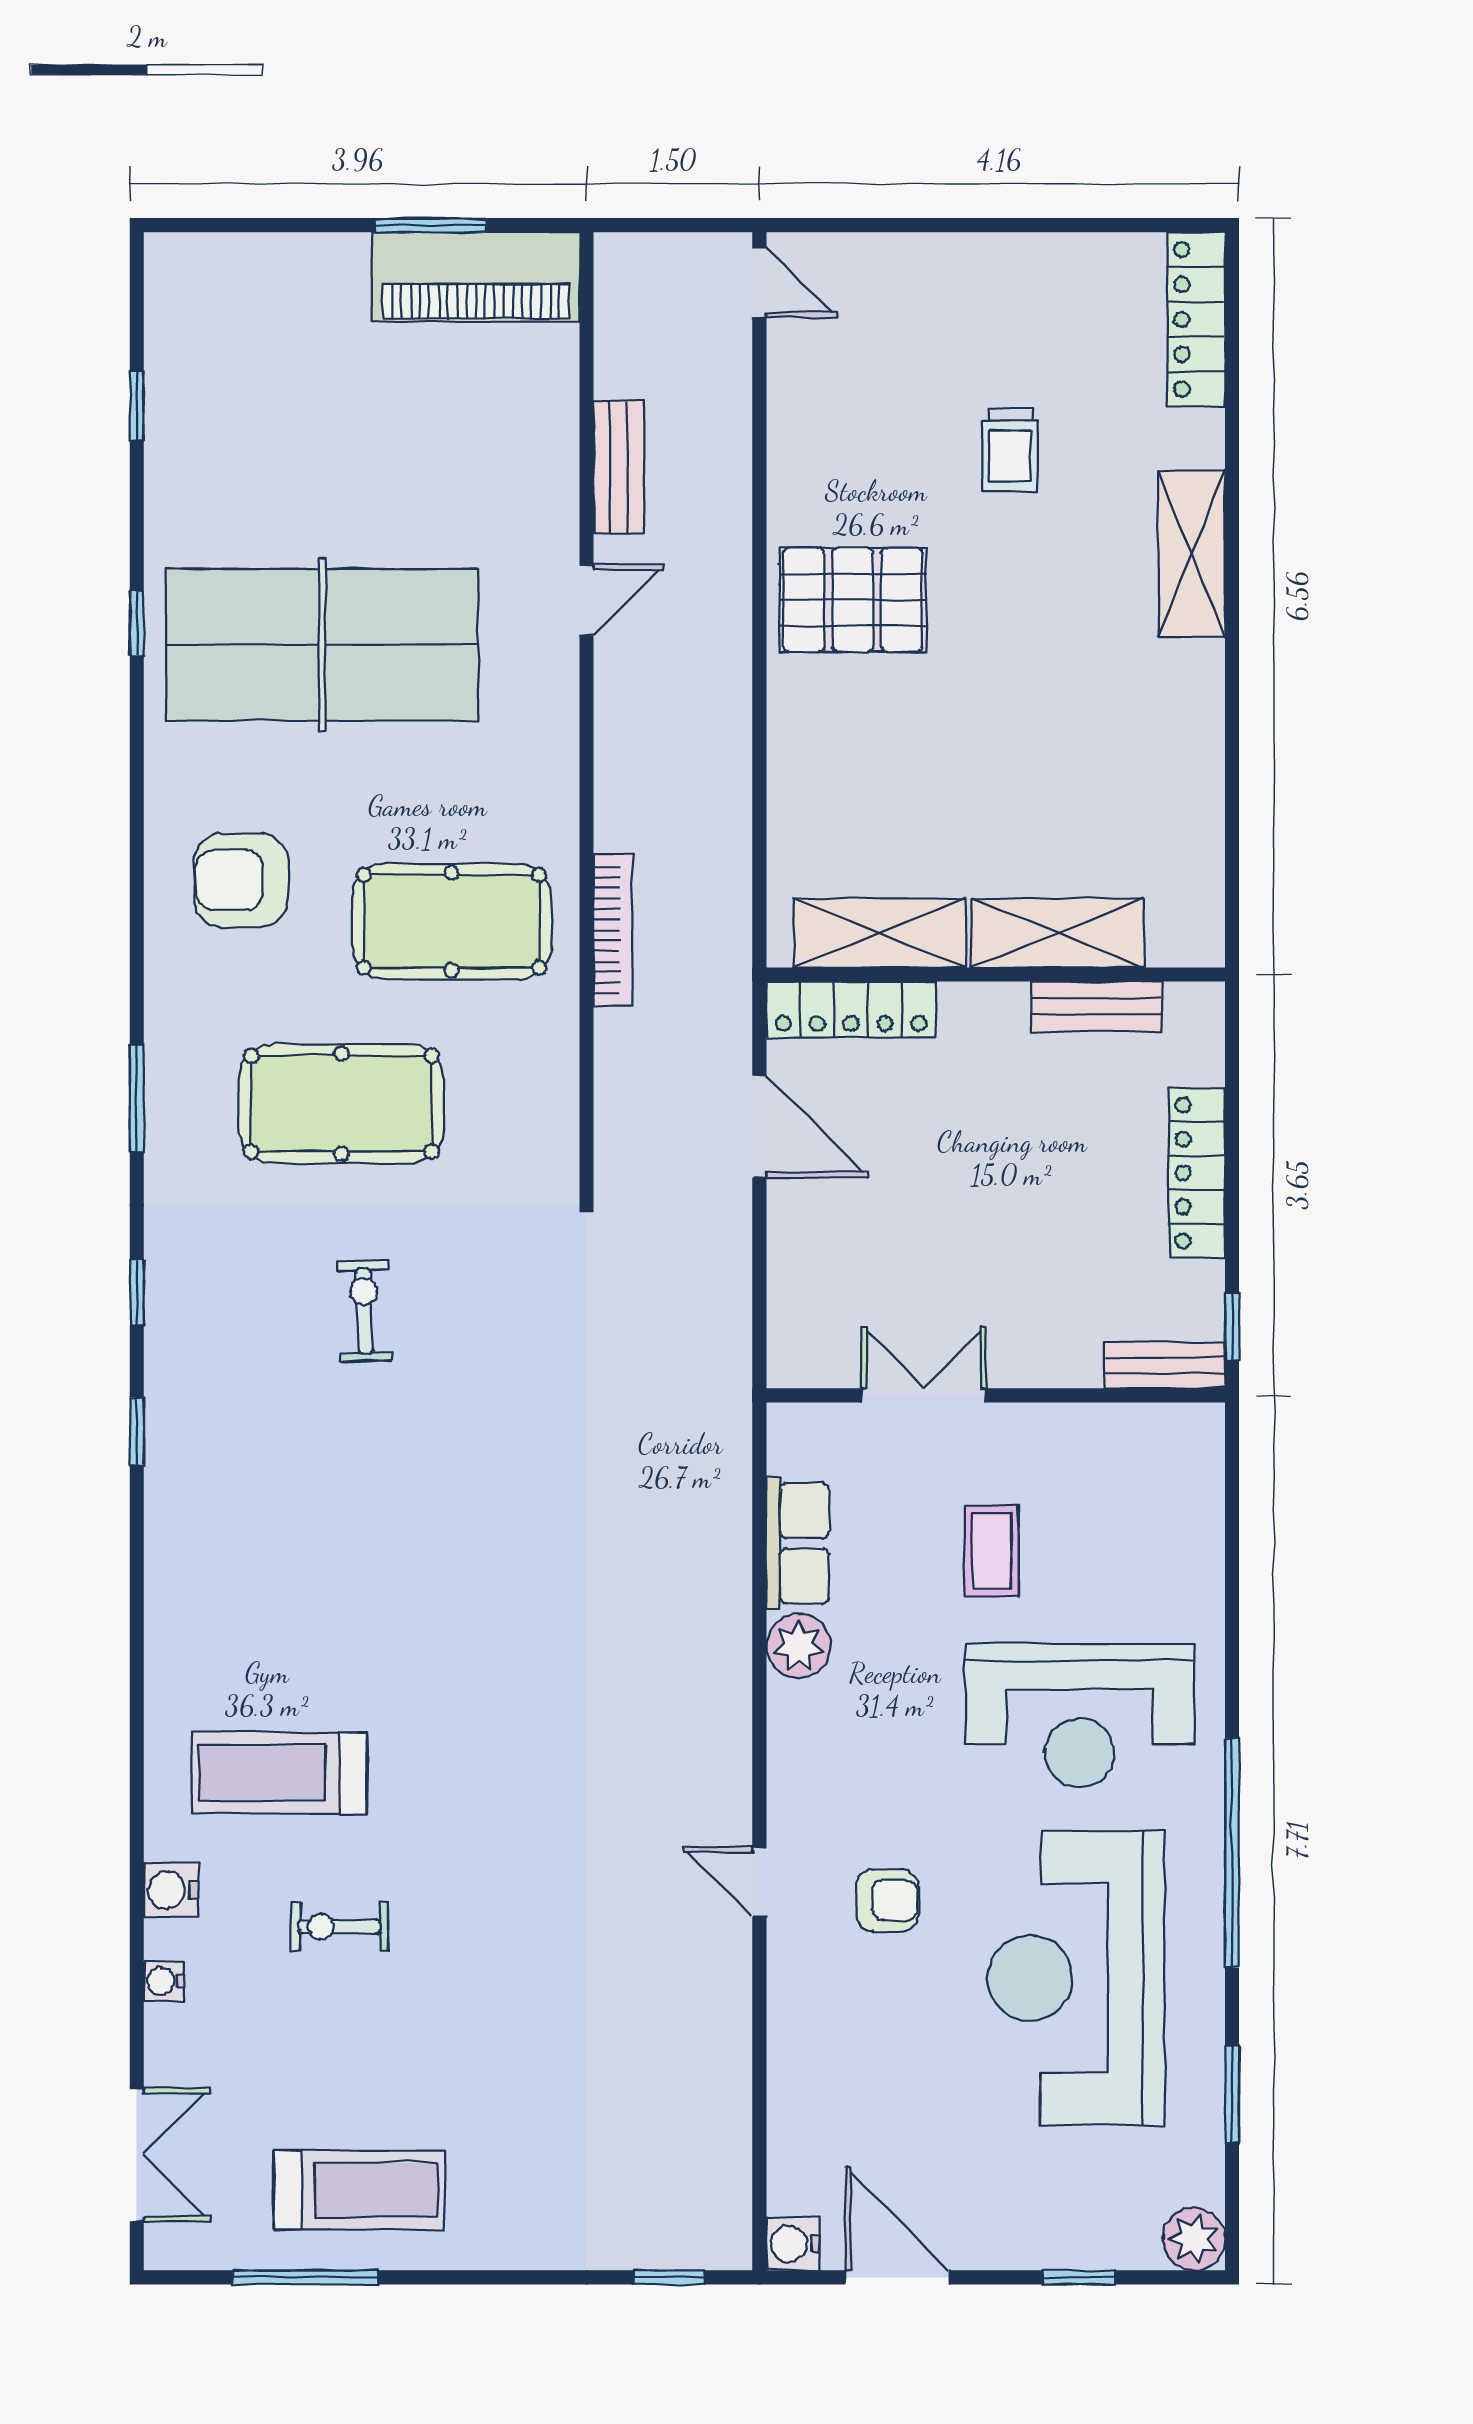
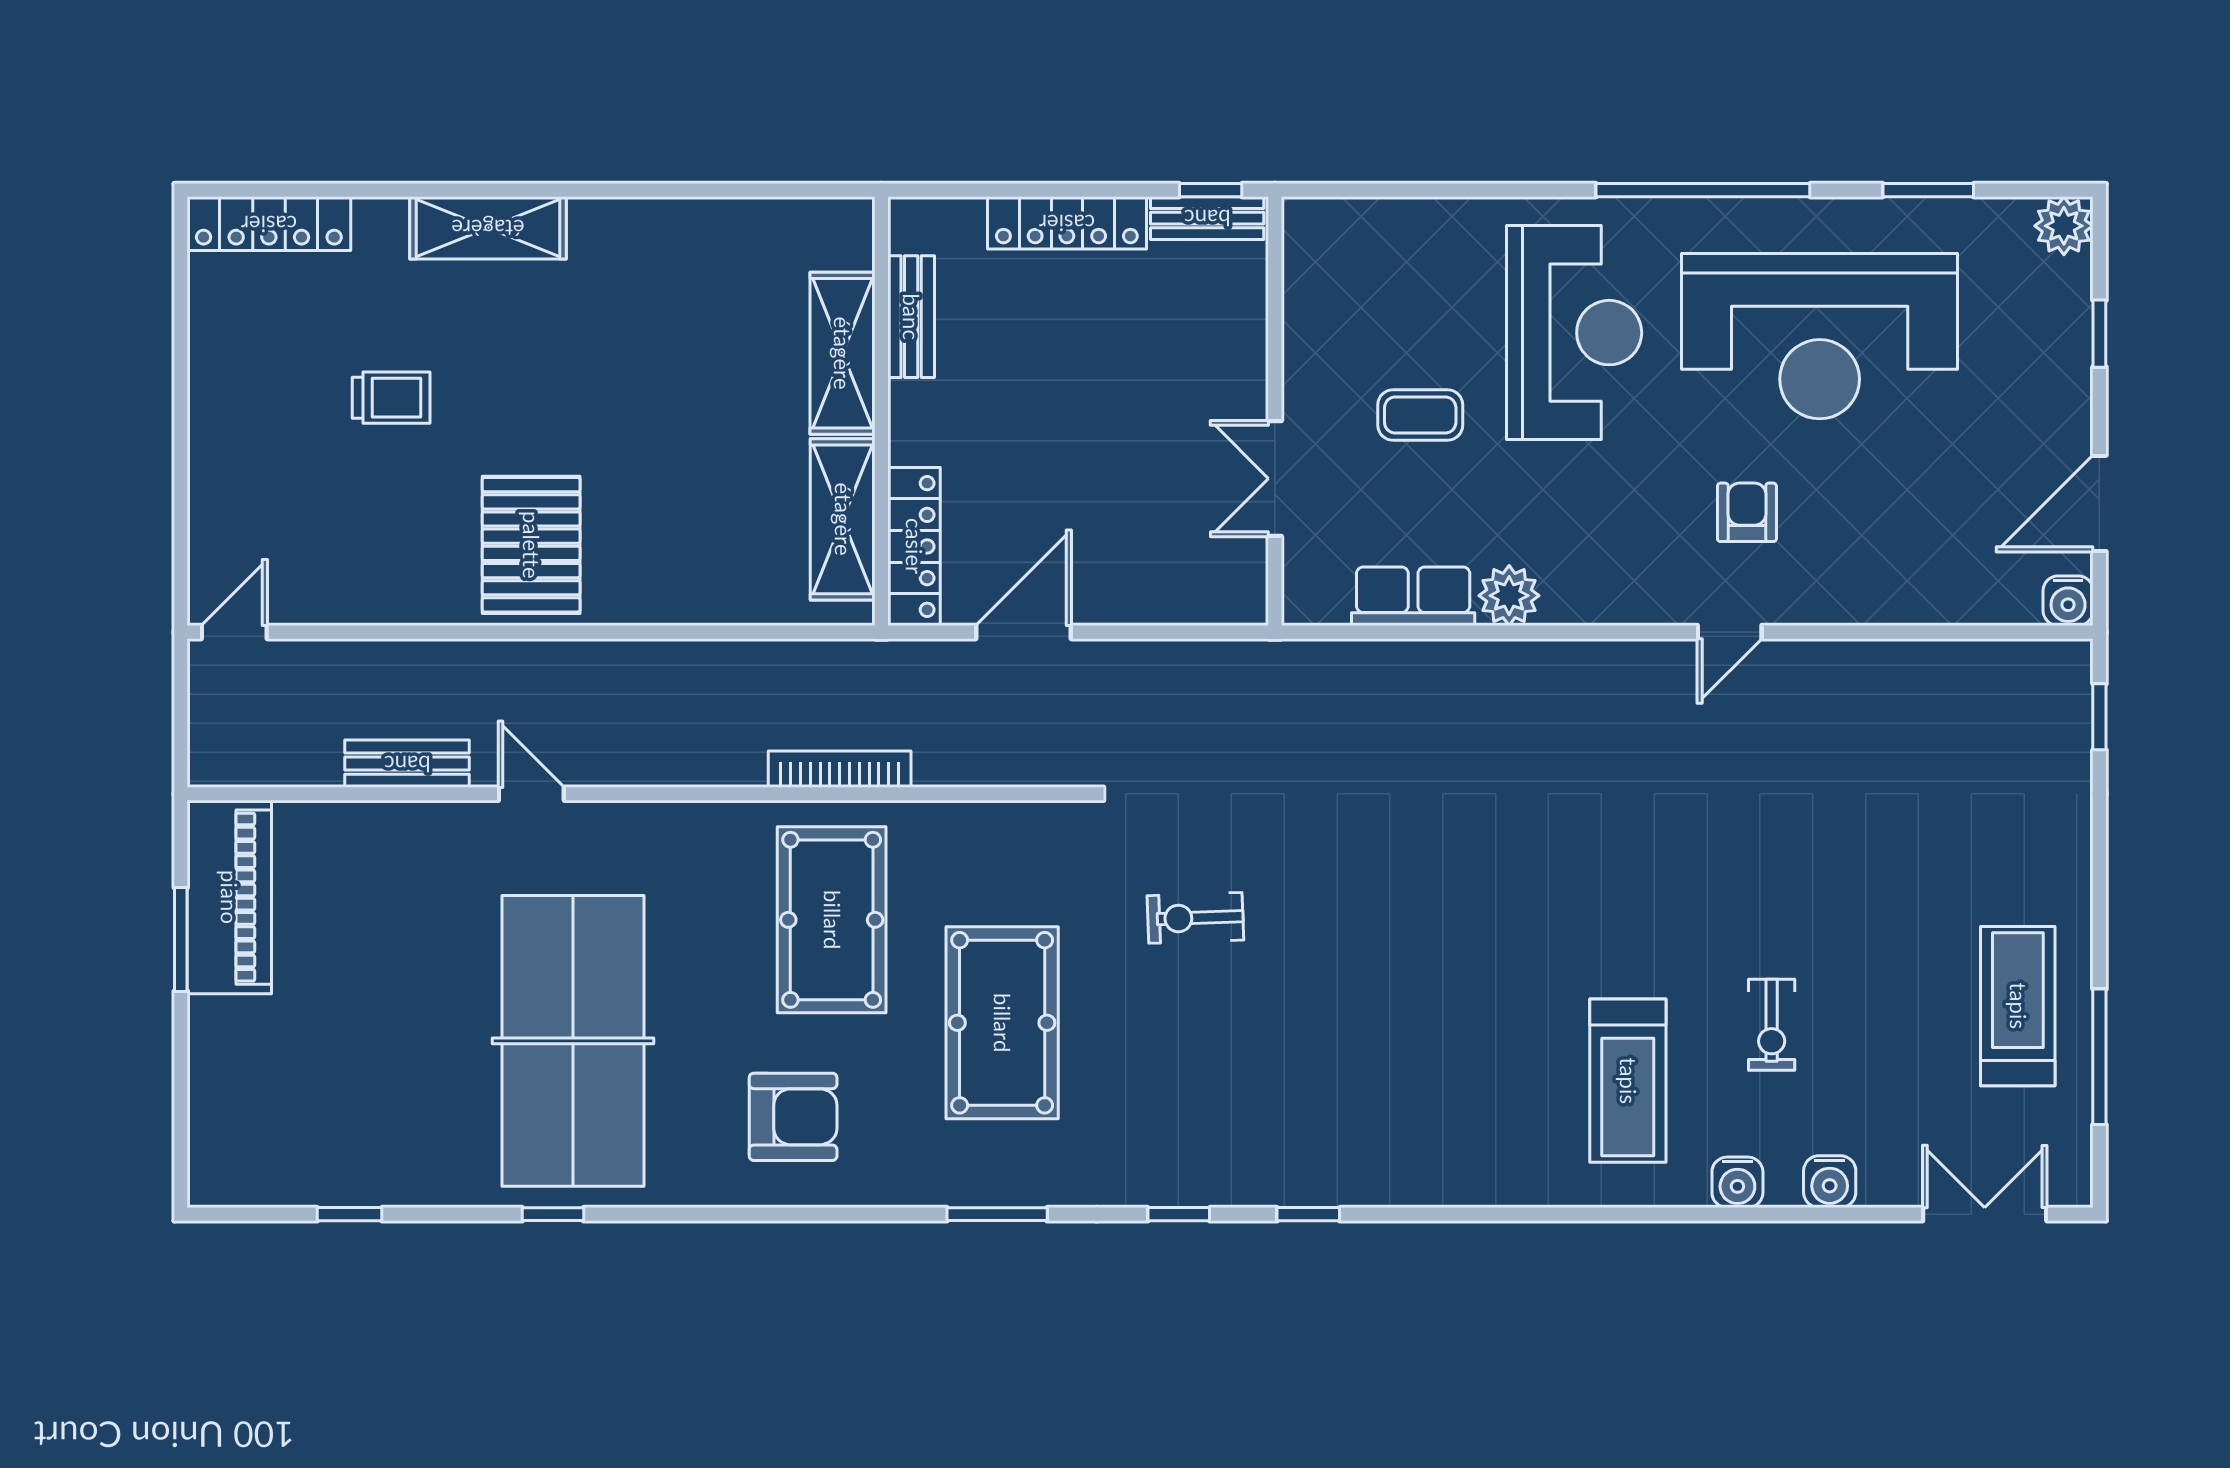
armchair: (241, 880) -> (793, 1117), turned -90
exercise bike: (364, 1311) -> (1195, 918), moved
bench: (1165, 1365) -> (1207, 218), moved, turned 90
water cooler: (164, 1981) -> (1830, 1182), width x1.38, depth x1.38

